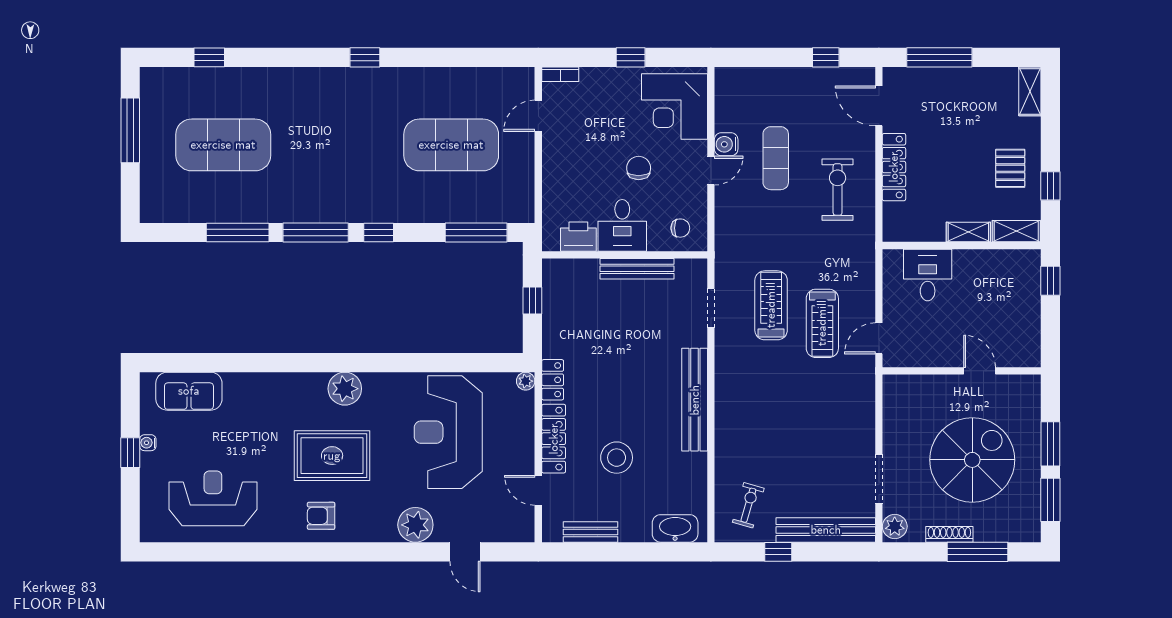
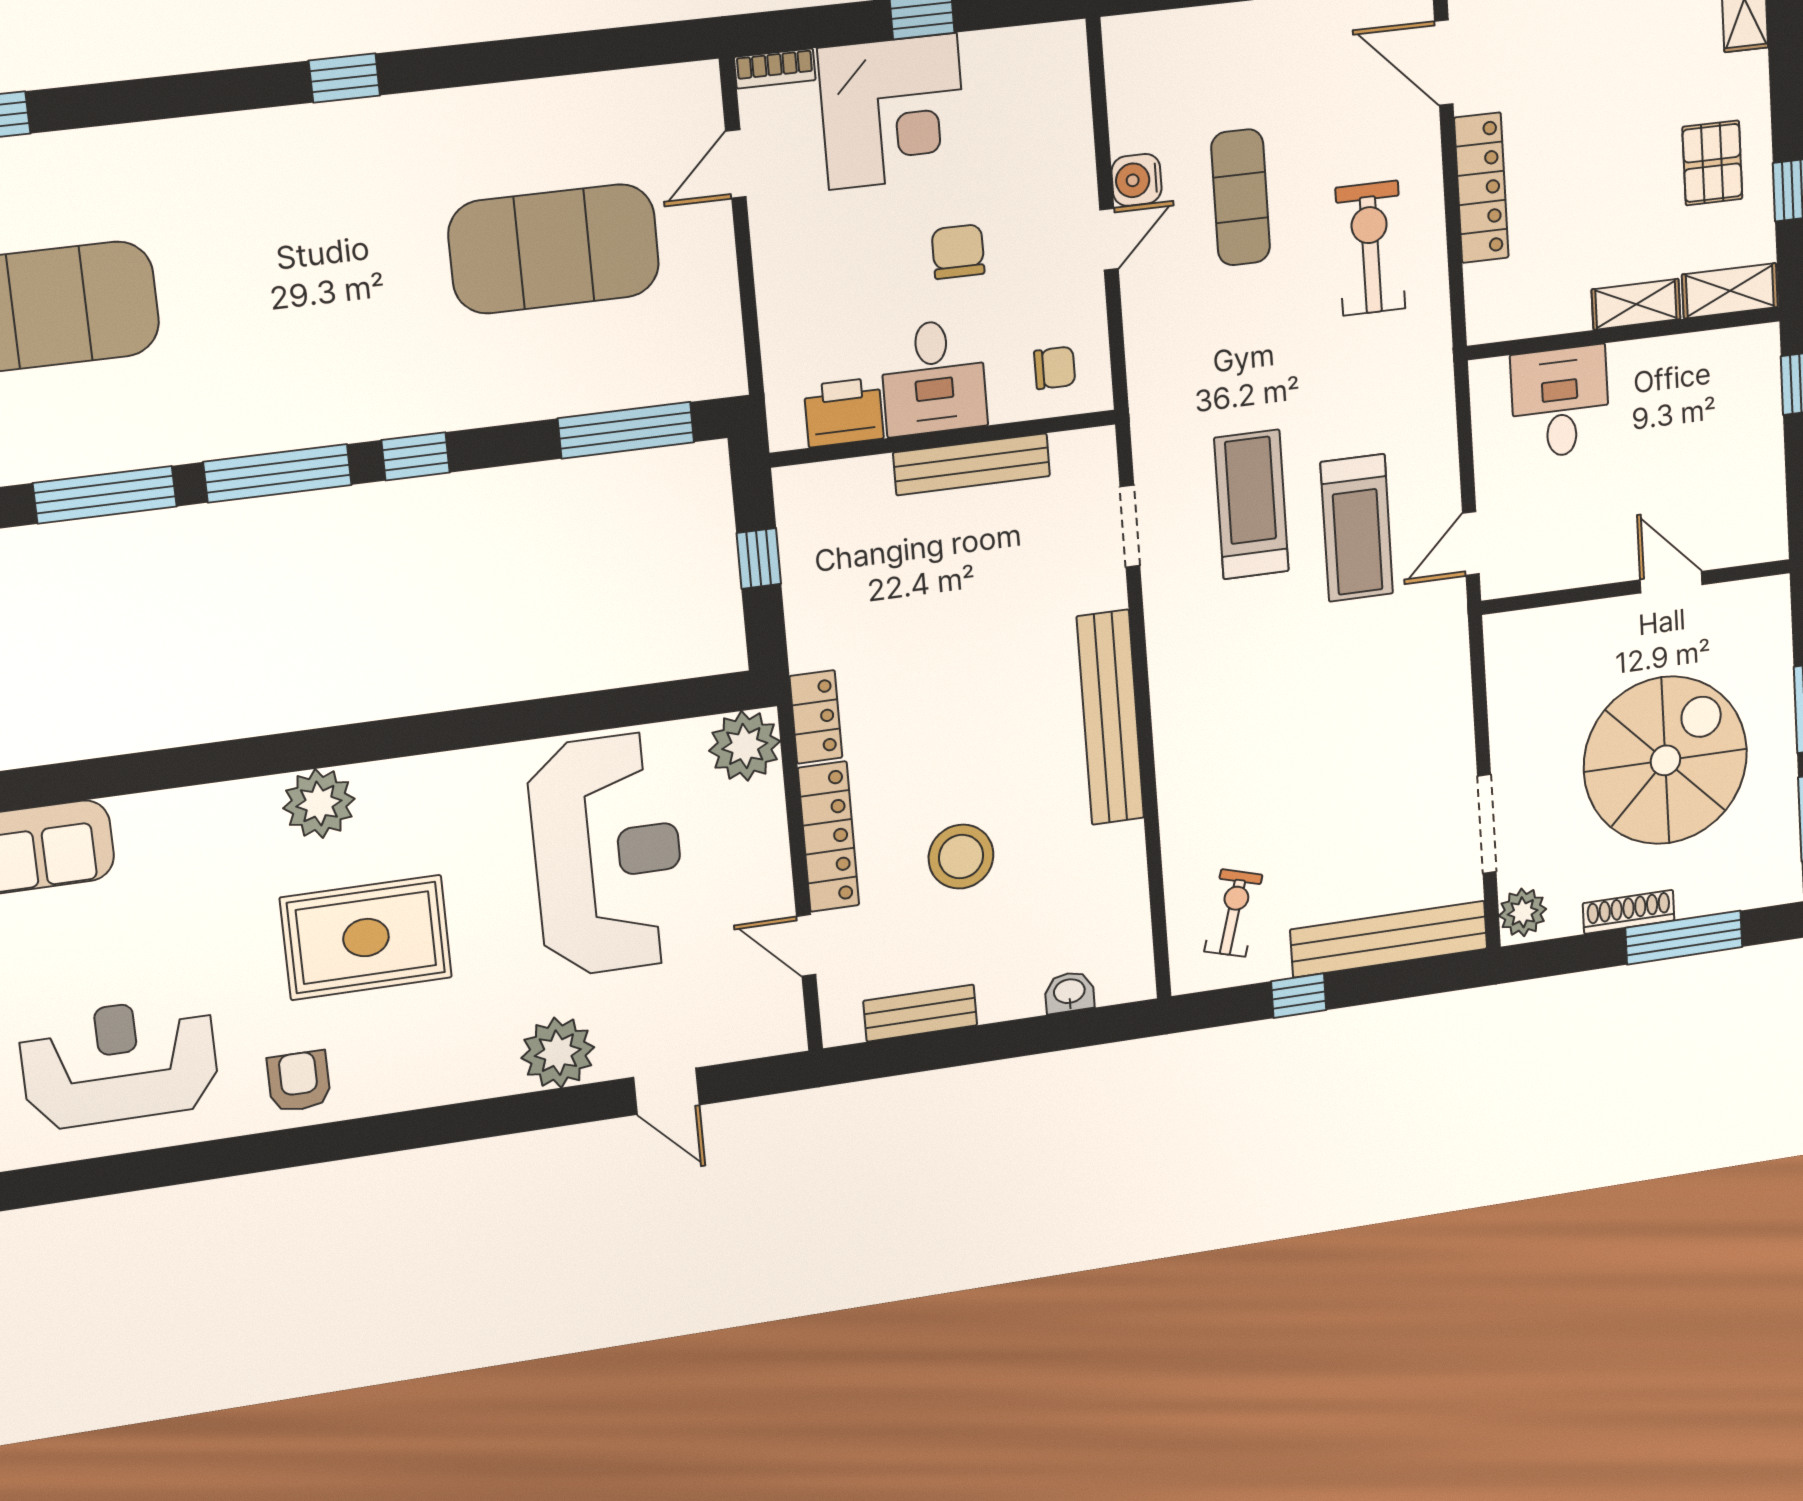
corner desk: (675, 107) -> (893, 111), moved, turned -90
plant: (526, 381) -> (745, 746), width x1.88, depth x1.88
plant: (345, 389) -> (319, 804), moved
reception desk: (448, 432) -> (608, 854), turned 180
armchair: (321, 516) -> (299, 1081), moved, turned 90
washbasin: (675, 528) -> (1069, 992), width x0.52, depth x0.69

